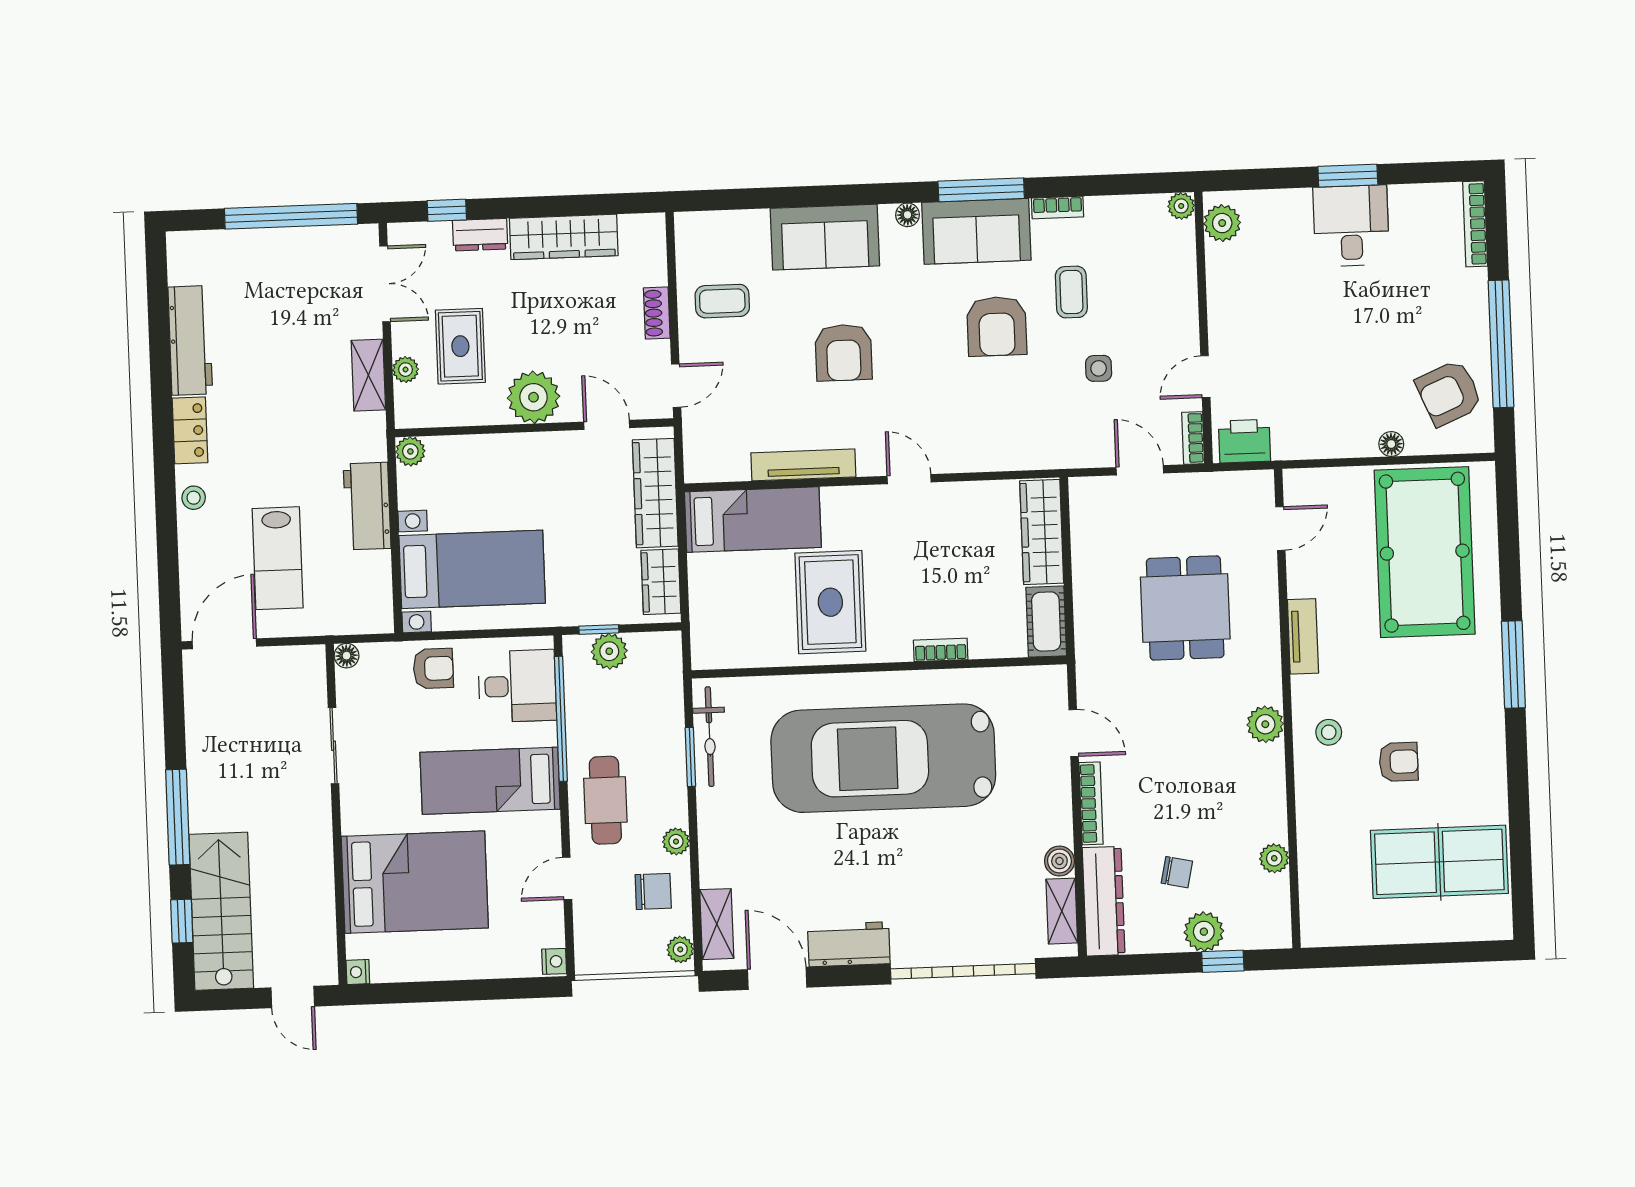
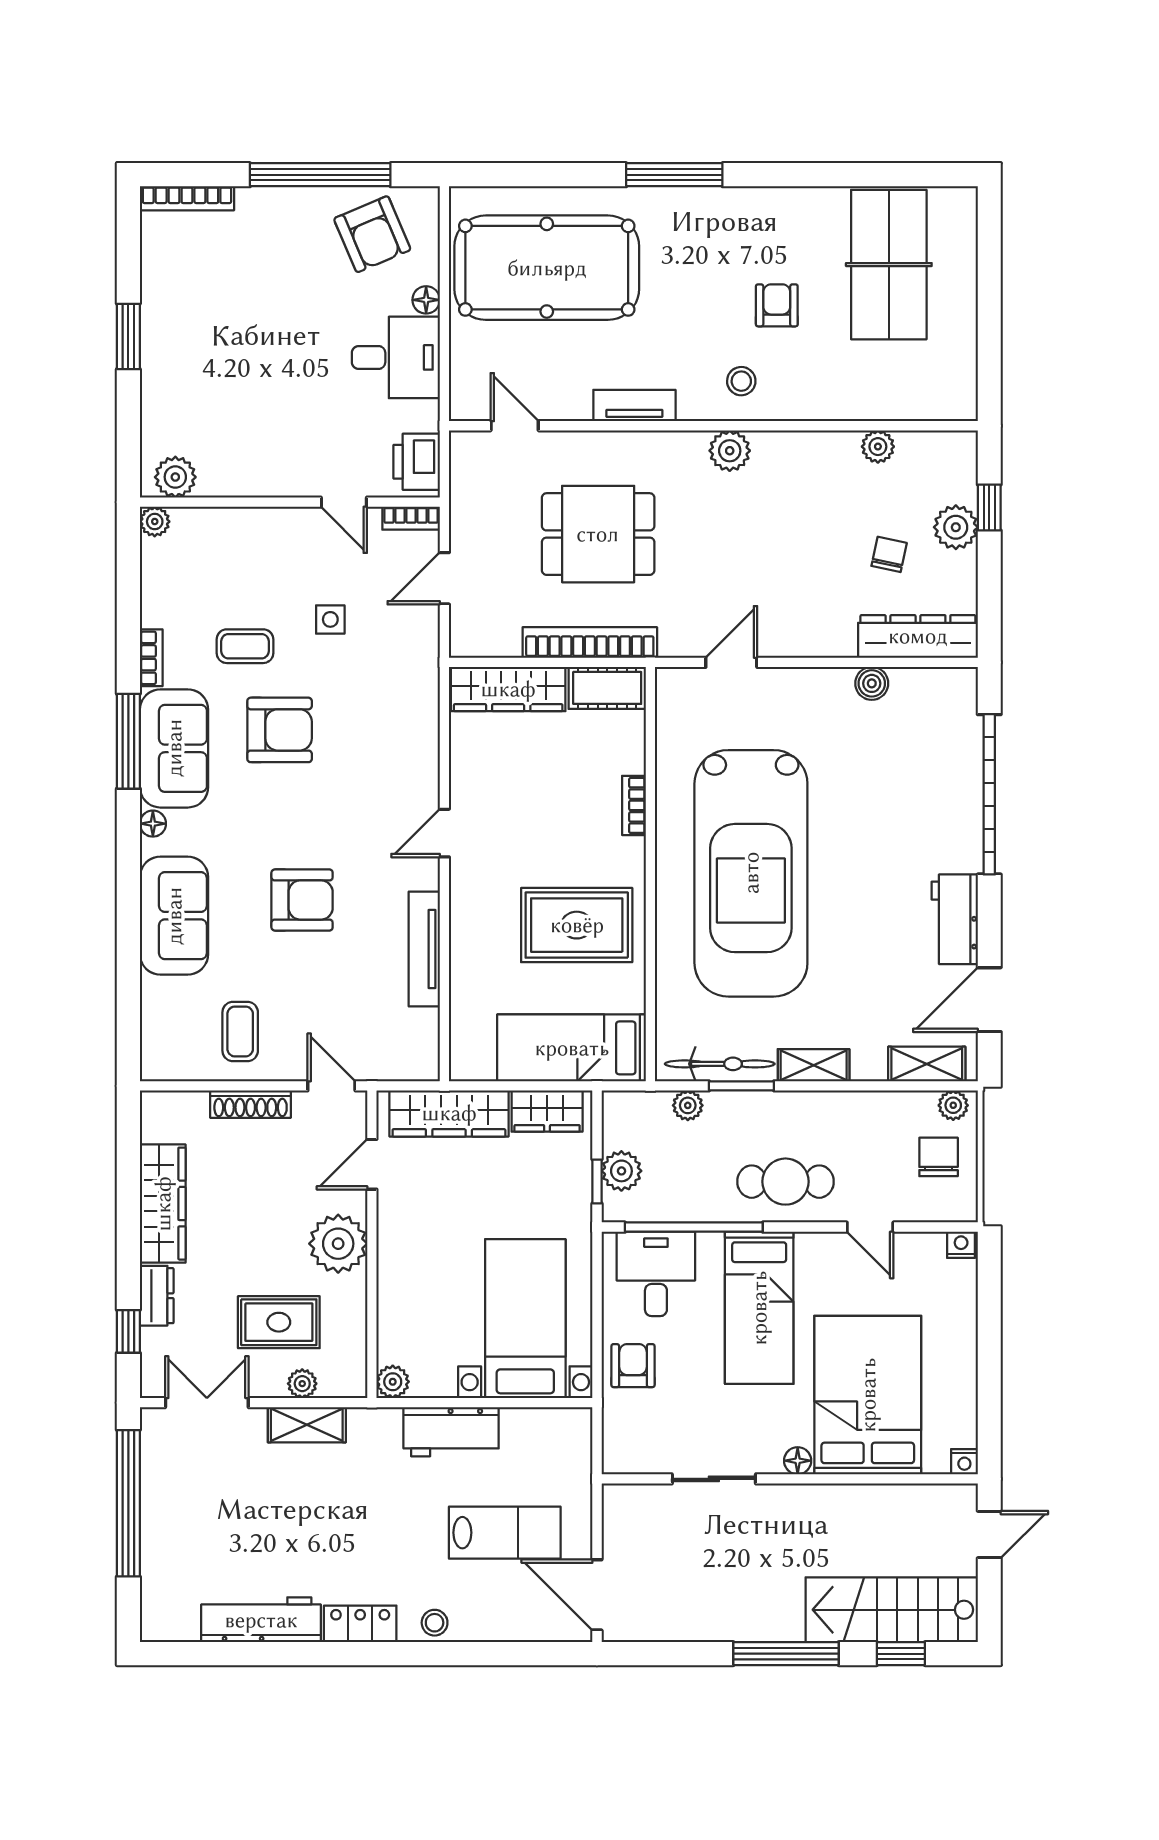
desk: (1351, 226) -> (396, 357), moved, turned 180
shoe rack: (657, 313) -> (251, 1104), width x1.43
bed: (753, 520) -> (572, 1048), moved, turned -90
floor lamp: (347, 656) -> (798, 1461), moved
bookcase: (1091, 803) -> (590, 643), moved, width x1.48, depth x1.31
plant: (676, 841) -> (688, 1105), moved
chair: (653, 891) -> (939, 1157), moved
shelving: (1062, 911) -> (814, 1065), moved

